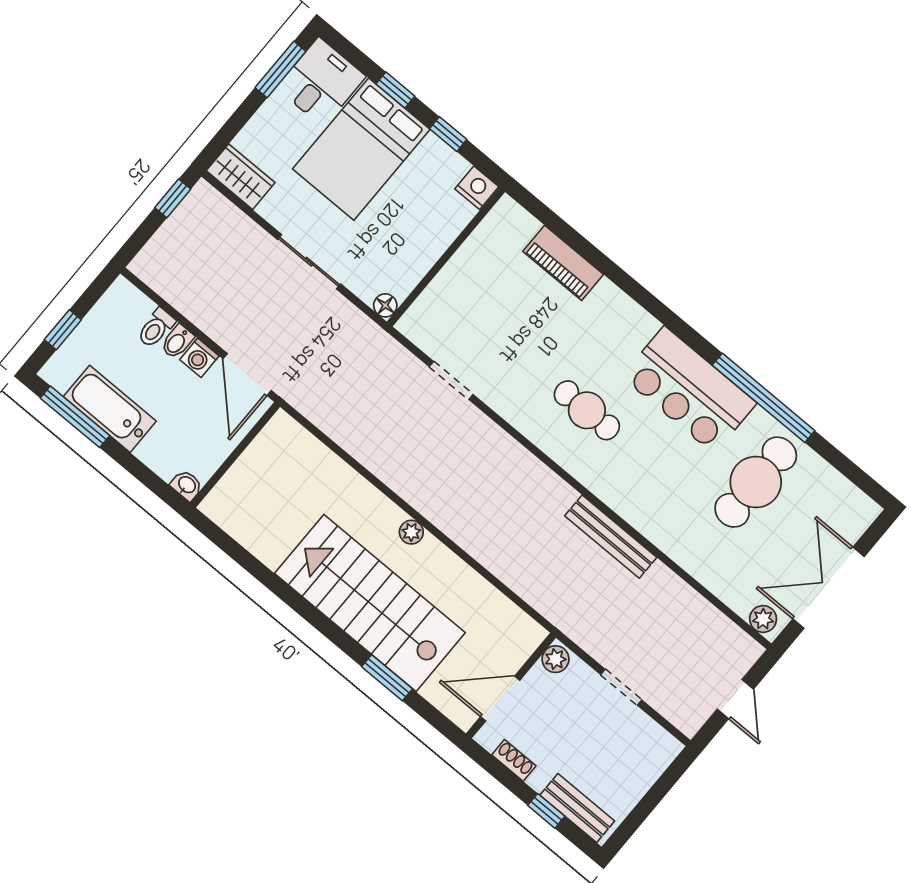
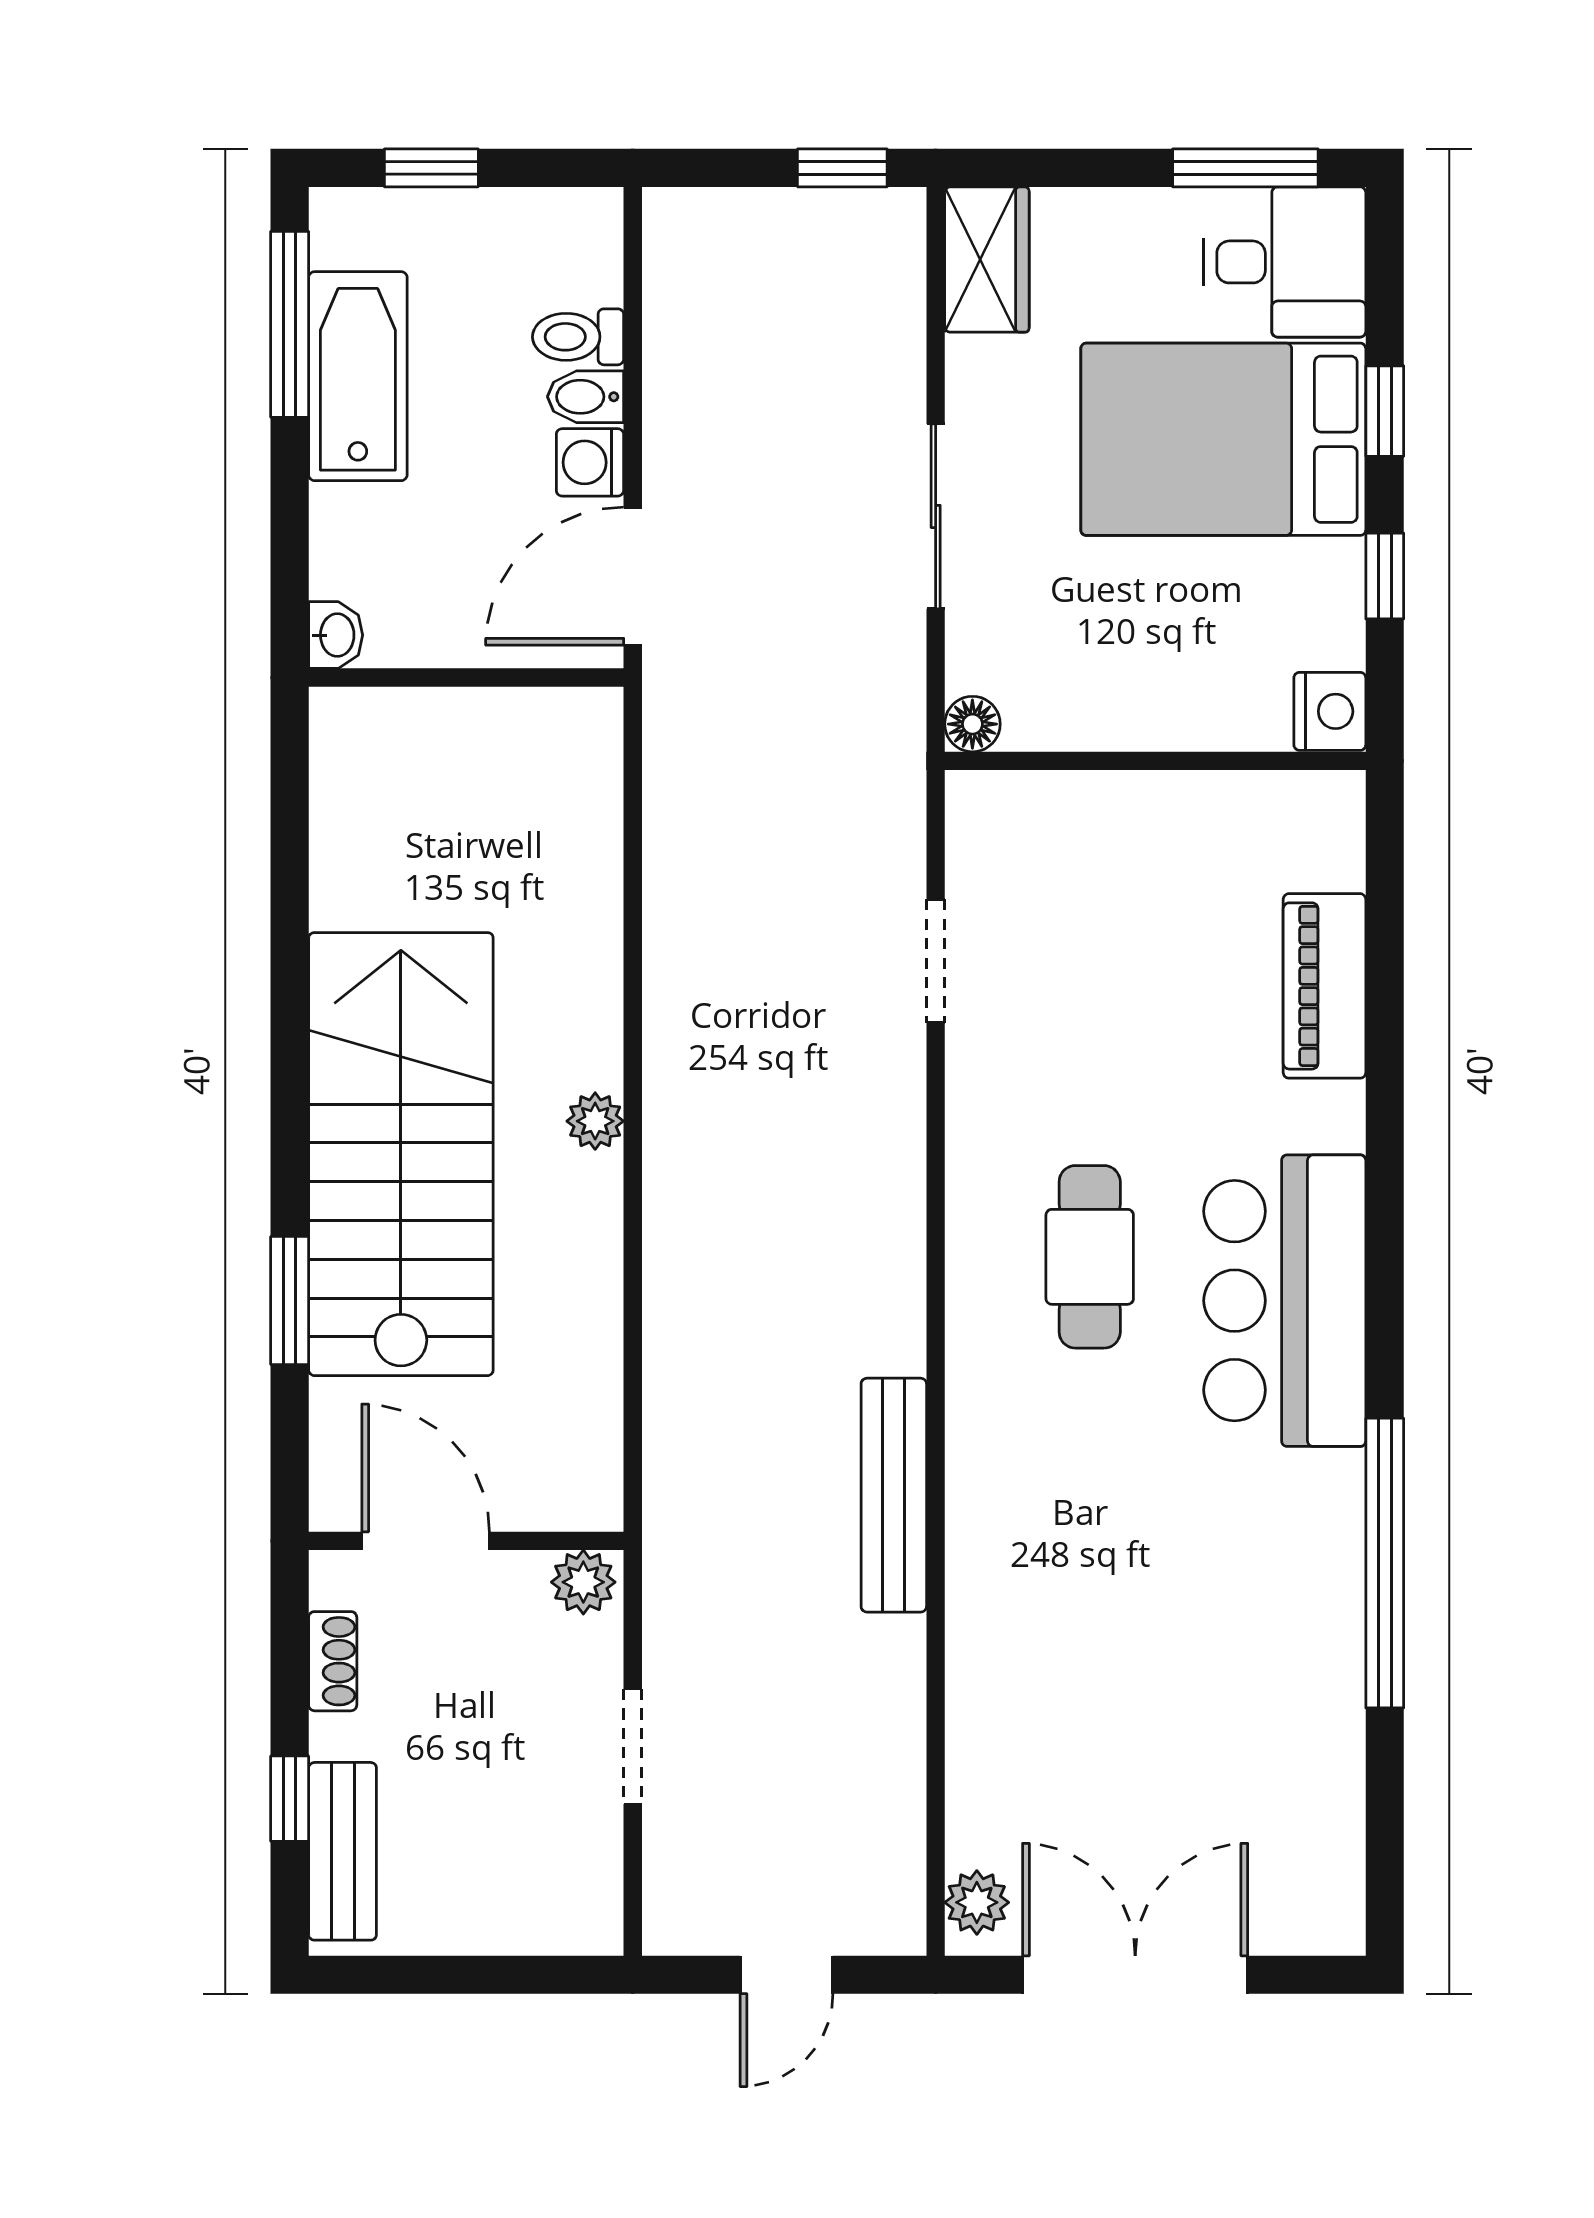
bar counter: (689, 390) -> (1285, 1301), moved
cafe table: (756, 482) -> (1218, 1678), removed

